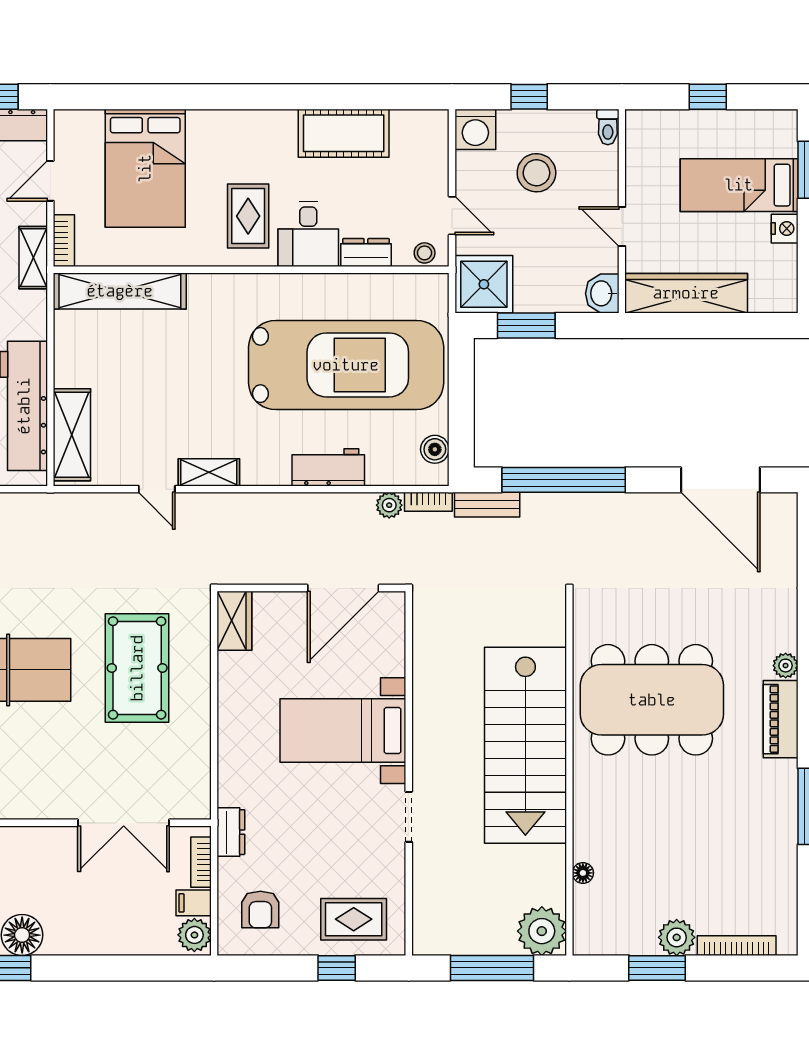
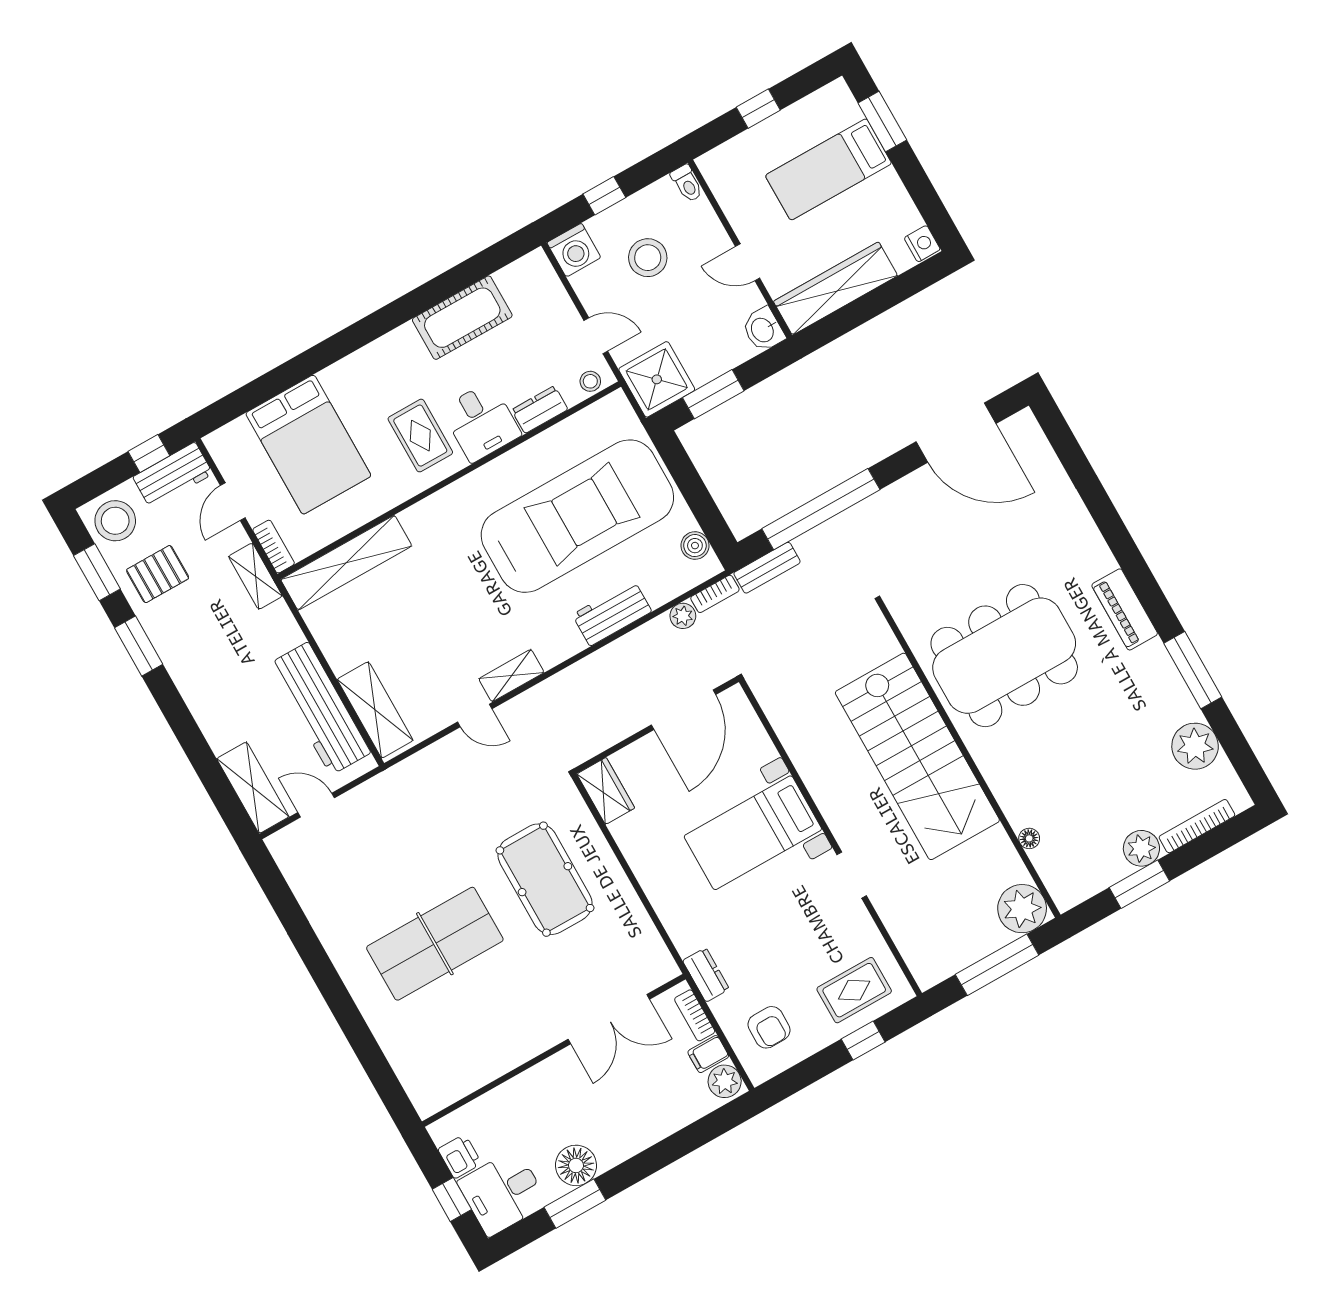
nightstand: (785, 229) -> (922, 244), moved
plant: (786, 666) -> (1195, 746), moved, width x1.88, depth x1.88

